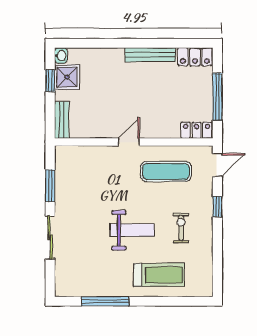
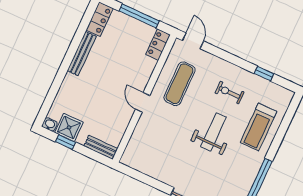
window: (50, 186) -> (149, 180), removed
window: (217, 207) -> (264, 74), moved
treadmill: (159, 275) -> (259, 127), turned 180

